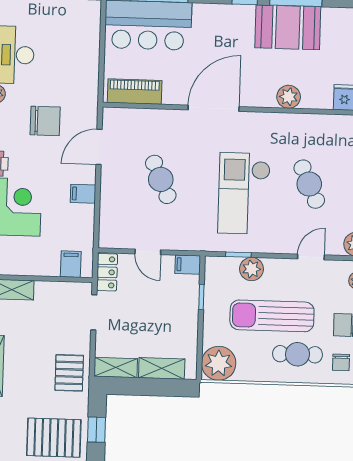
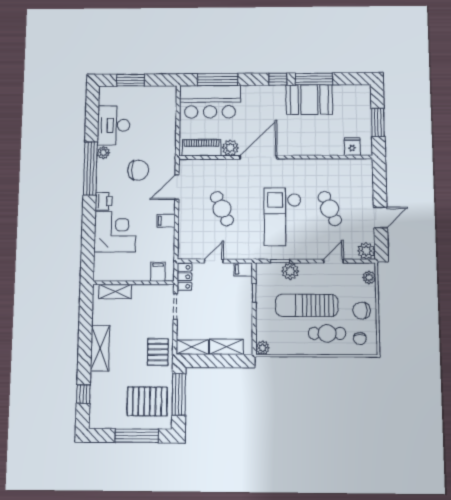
plant: (289, 97) -> (230, 148), moved
door: (148, 252) -> (214, 261), swing flipped
plant: (219, 363) -> (263, 348), width x0.53, depth x0.53
window: (97, 430) -> (179, 394), width x2.17

